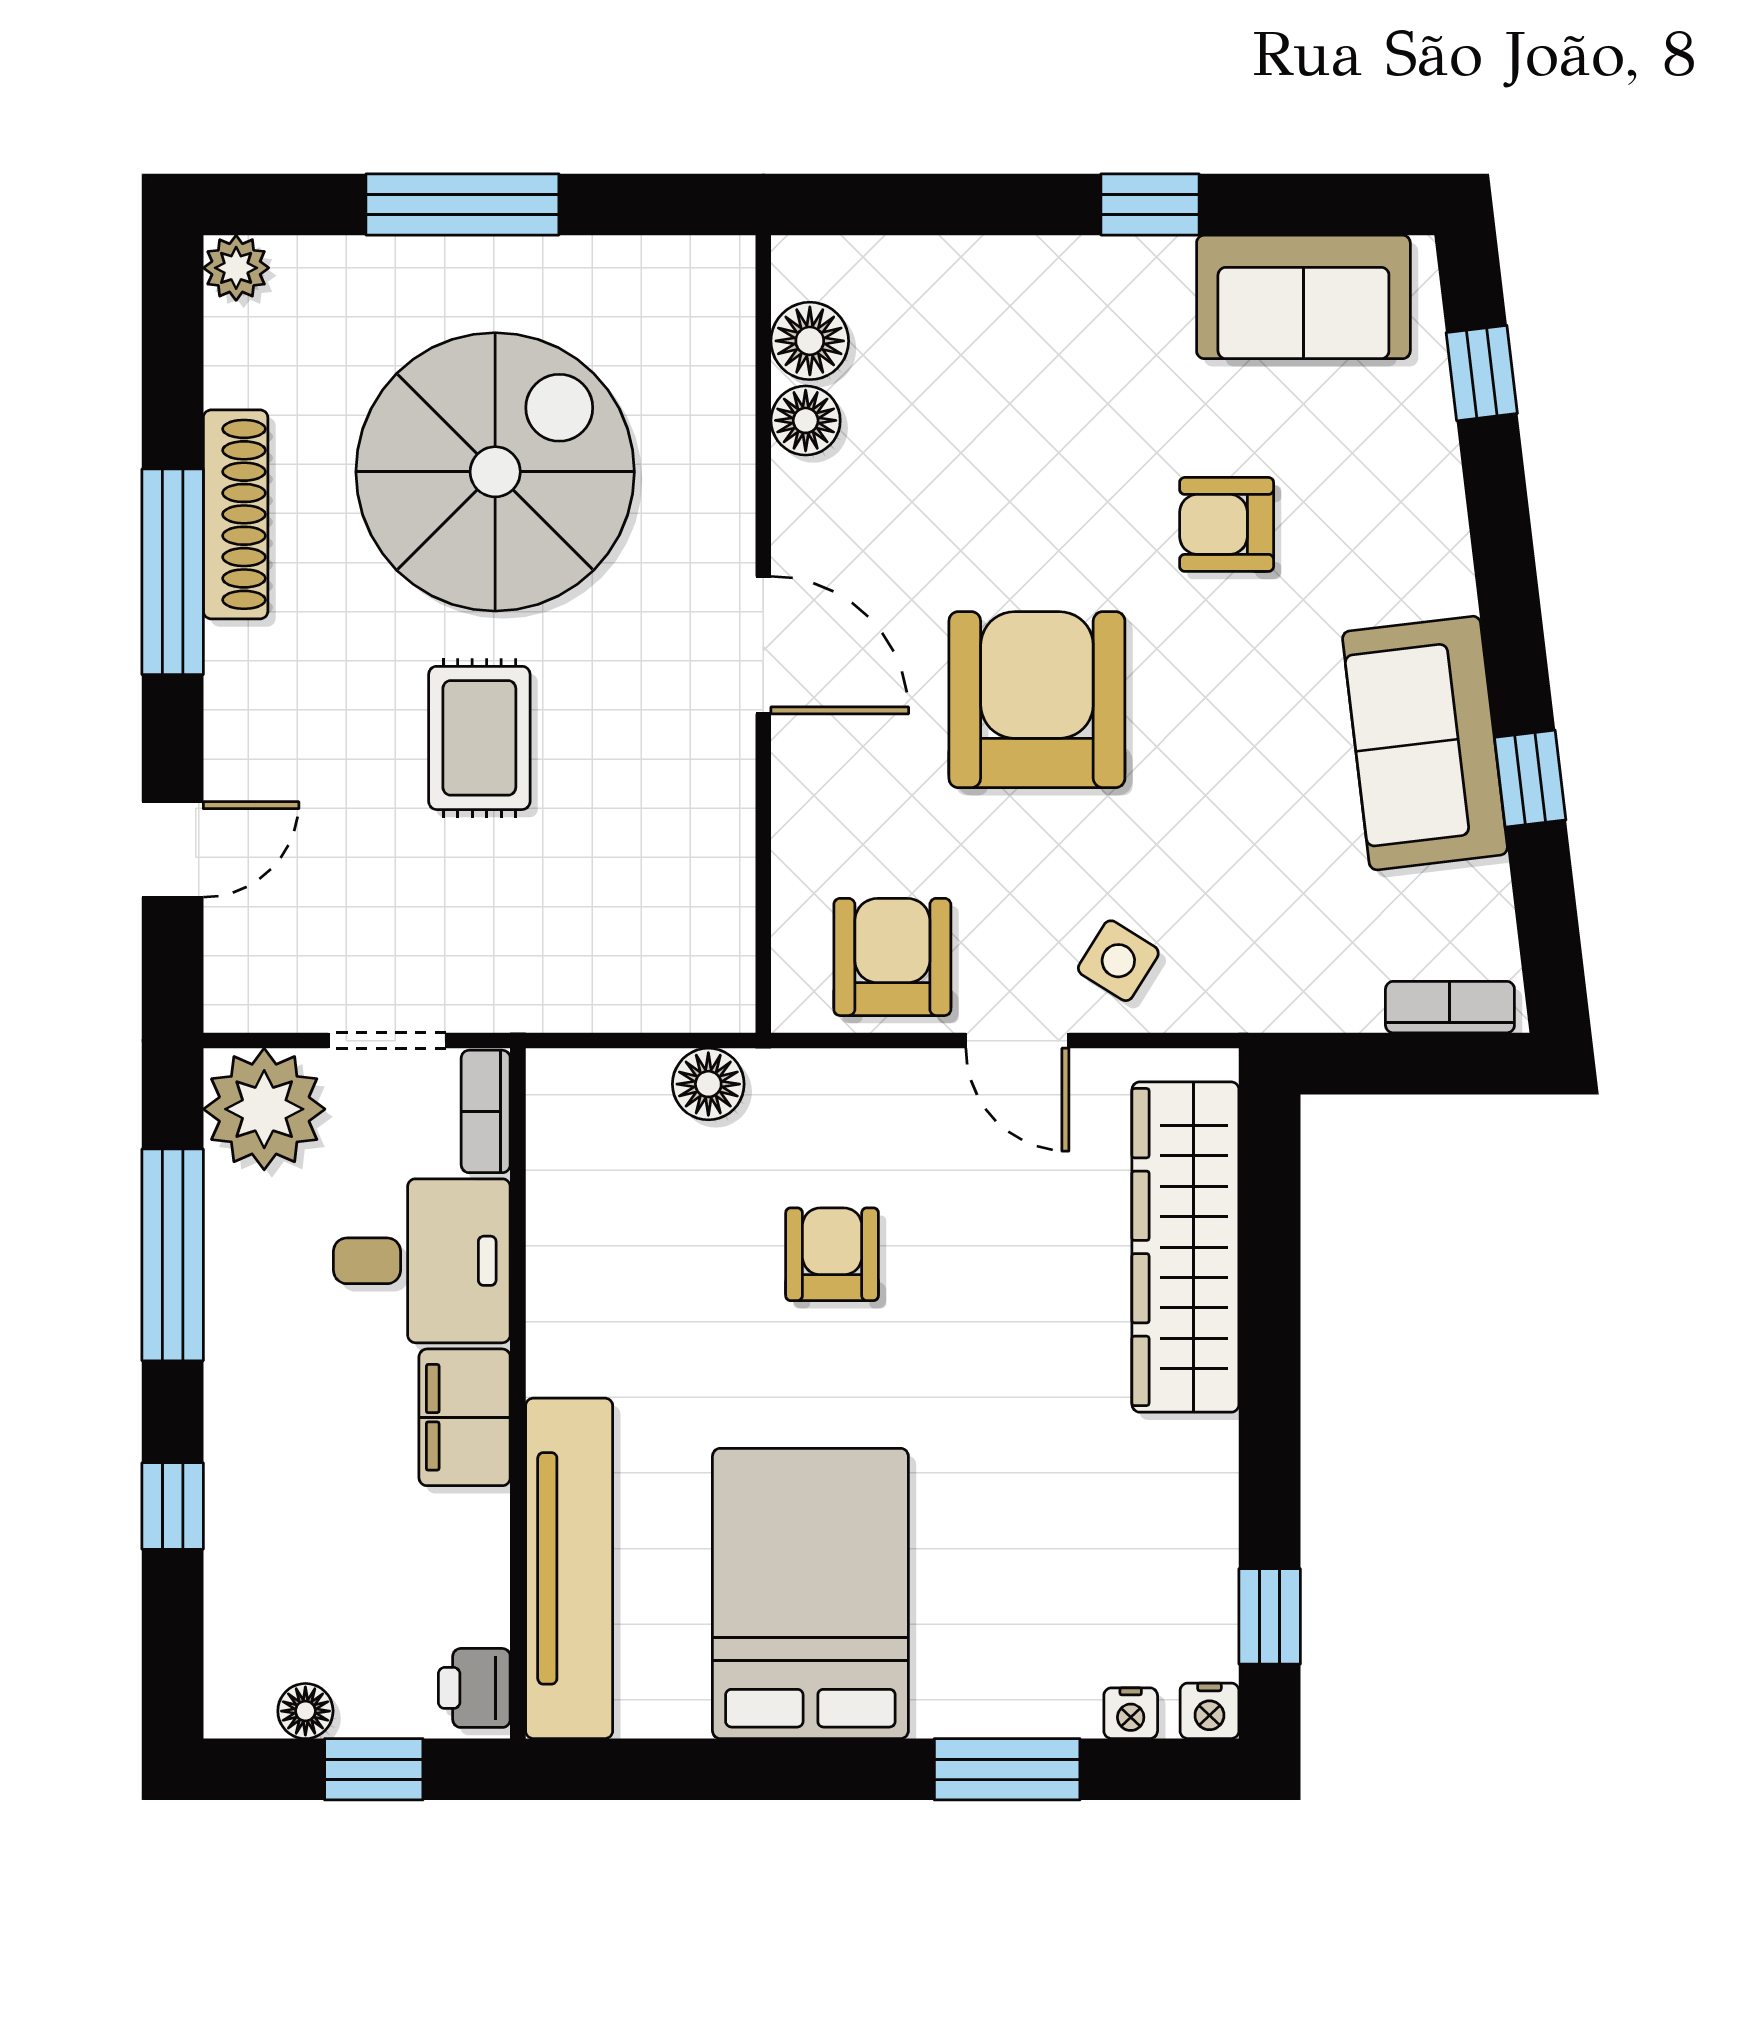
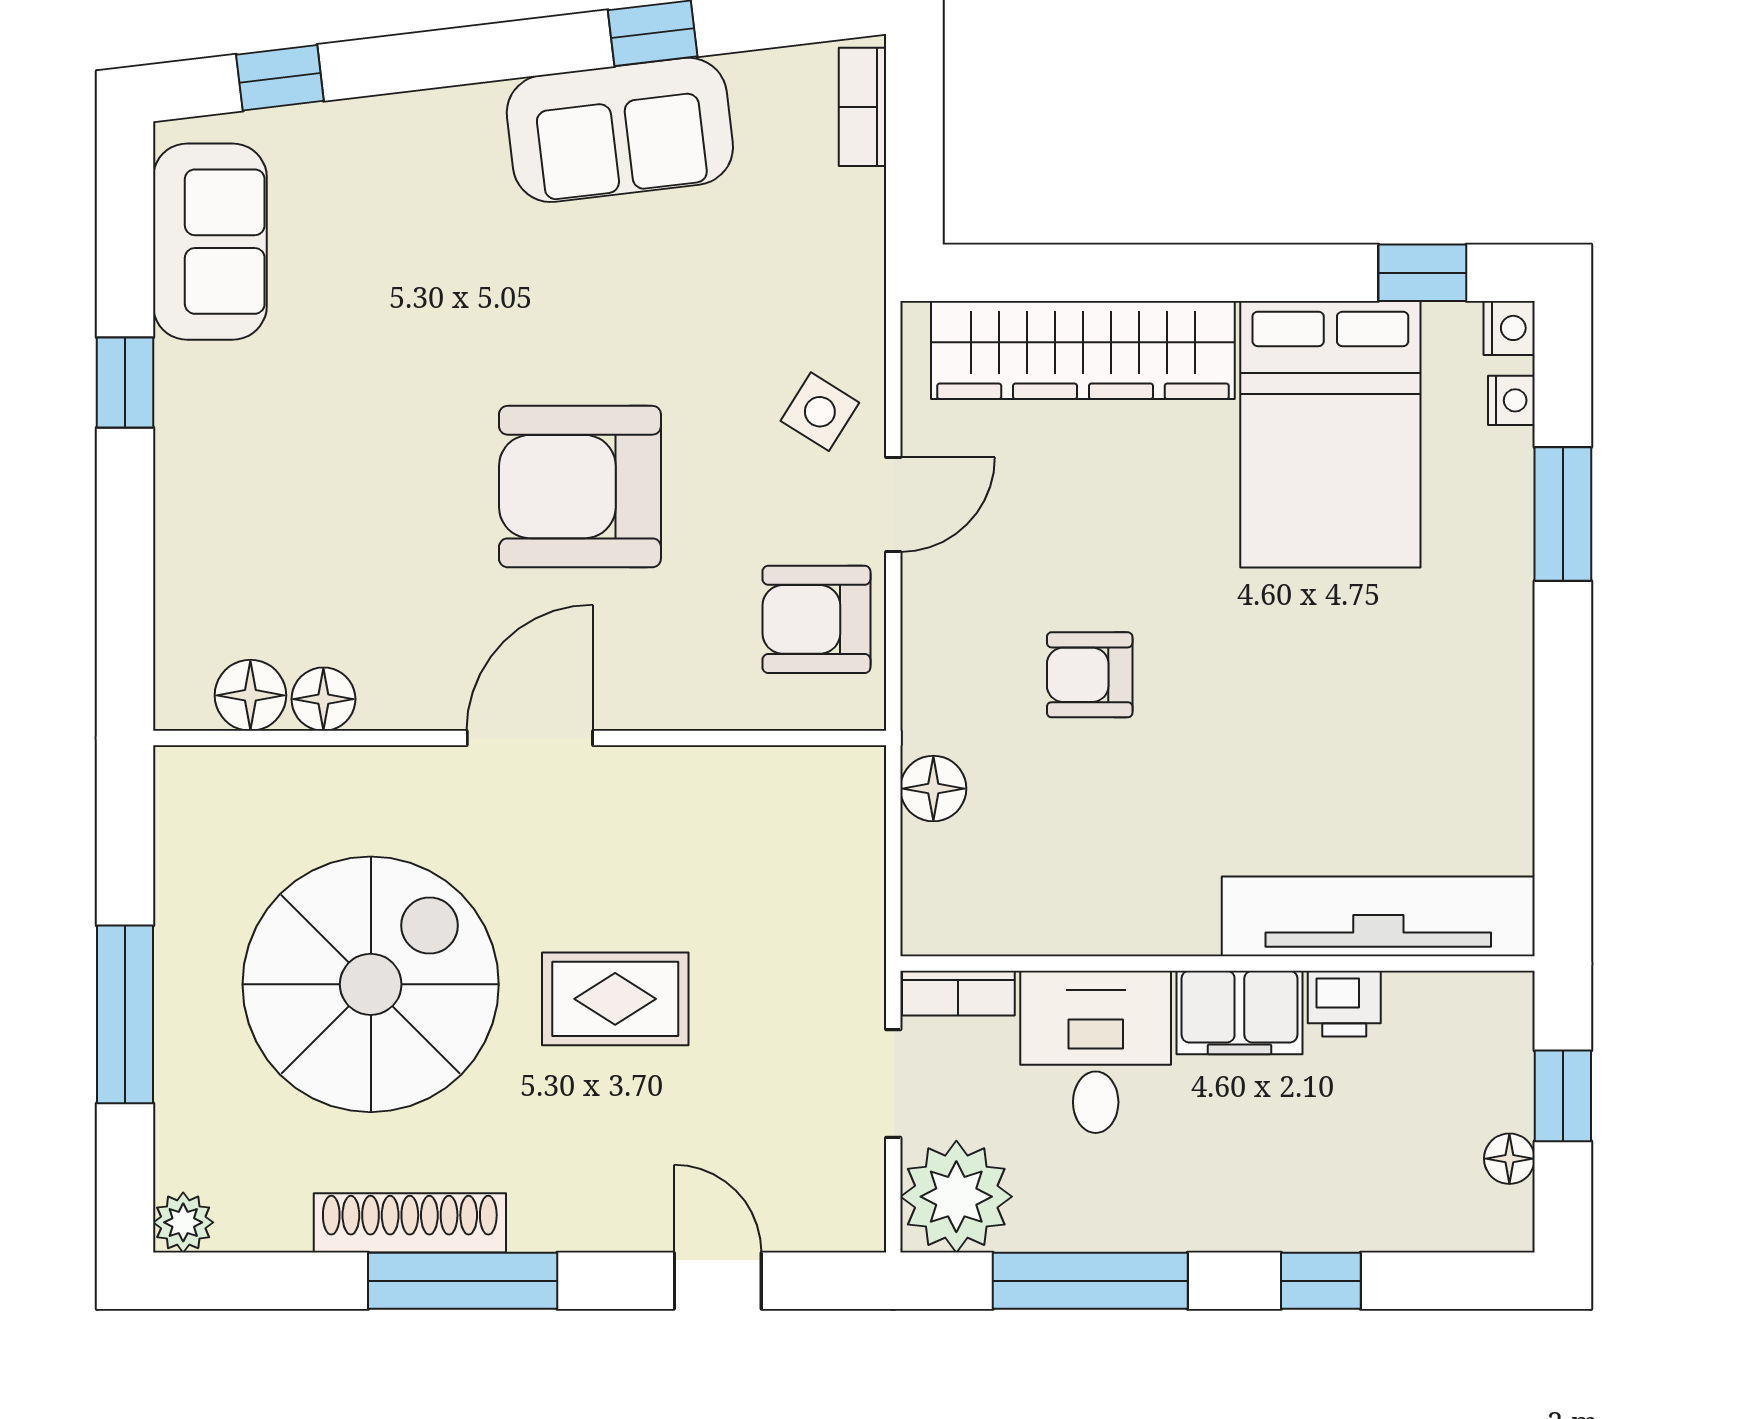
spiral stairs: (495, 472) -> (371, 984), turned 90
armchair: (1227, 524) -> (419, 312), removed
bed: (810, 1593) -> (1330, 434), moved, turned -90
printer: (474, 1688) -> (1344, 1004), moved

